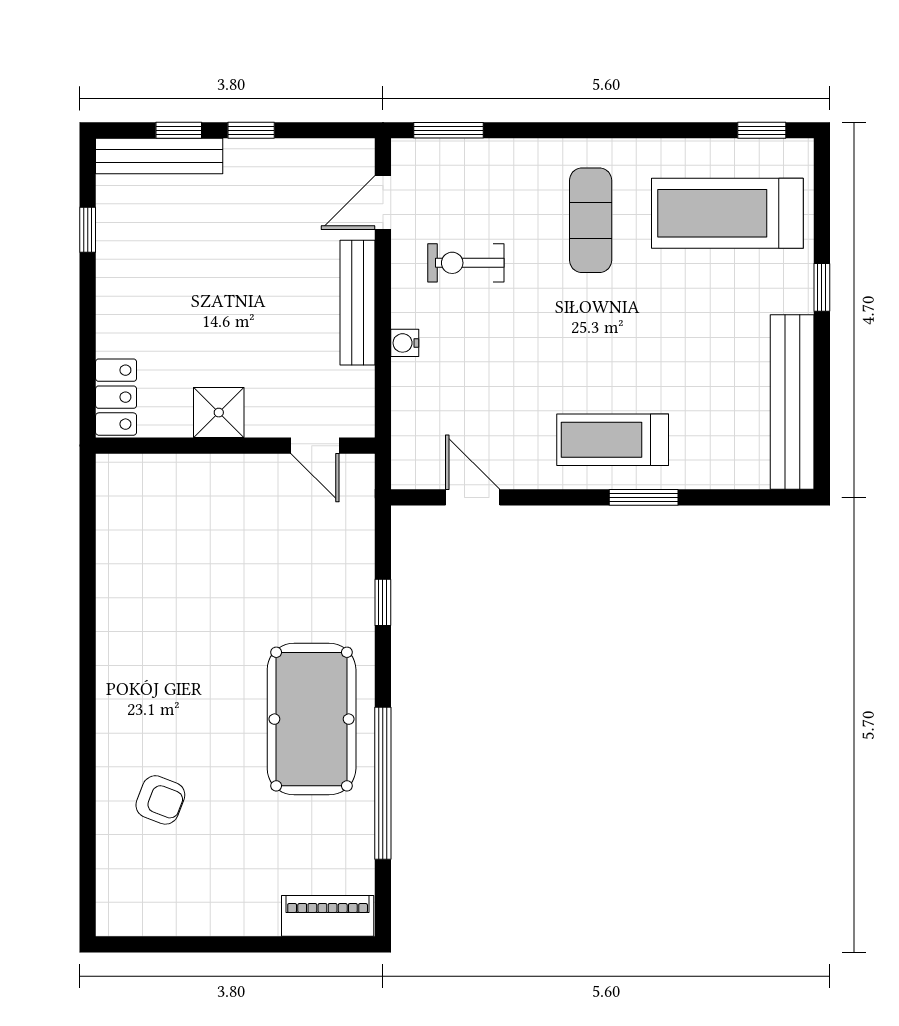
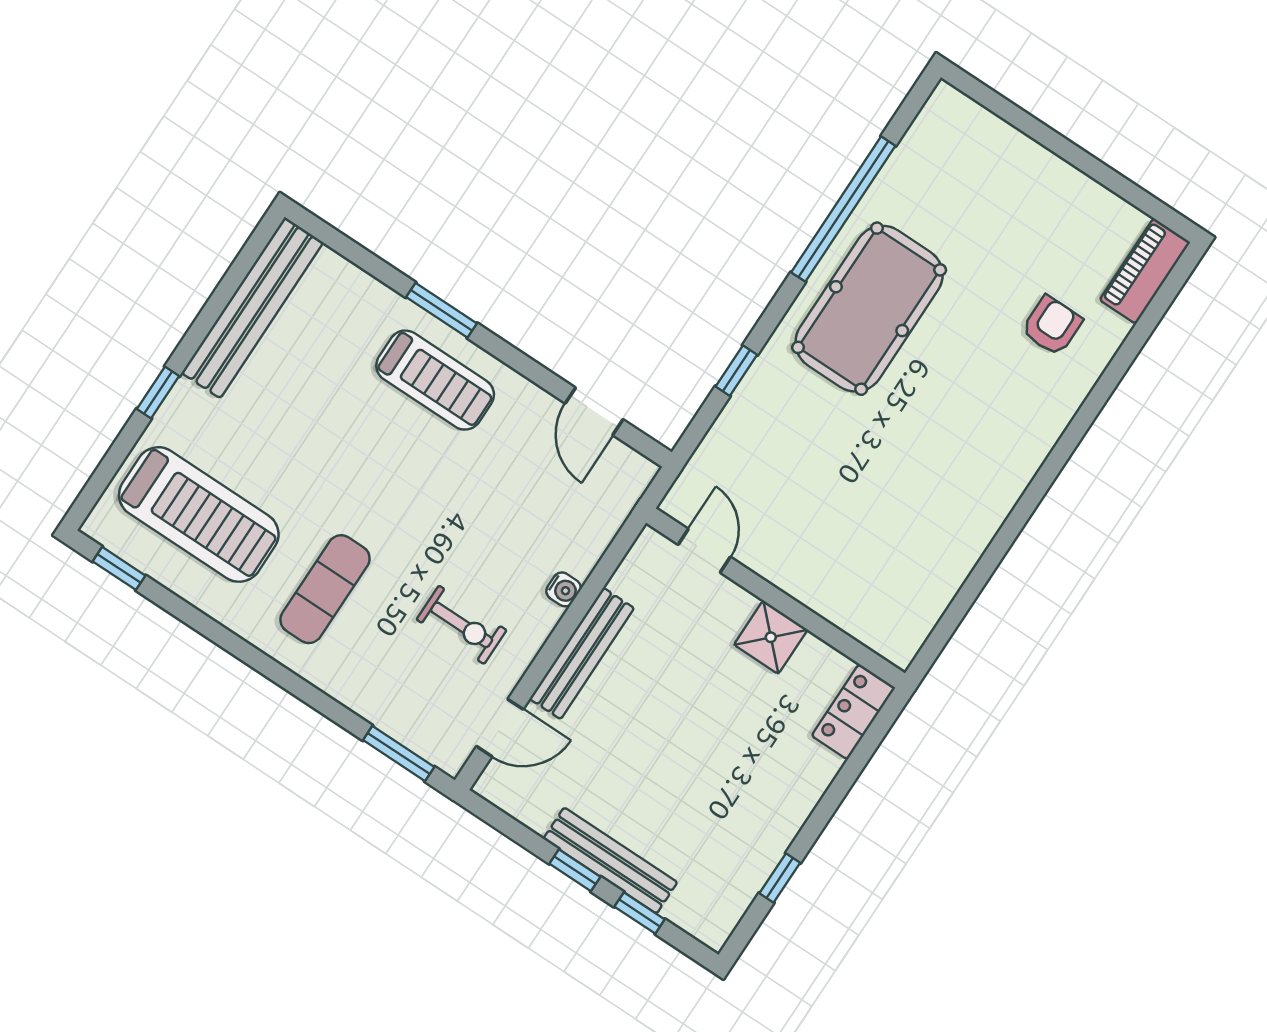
bench: (159, 156) -> (610, 861), moved
armchair: (160, 800) -> (1052, 326), turned 69
piano: (328, 916) -> (1145, 271), moved, turned 90

